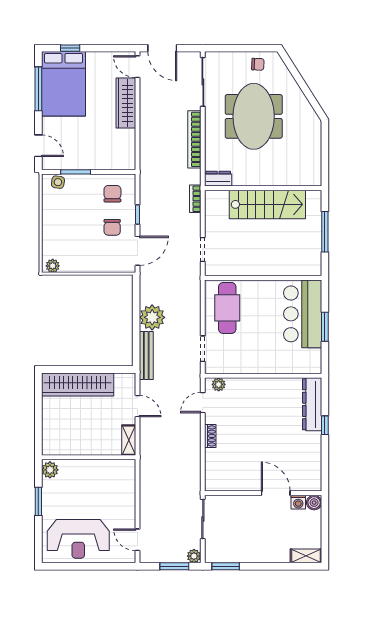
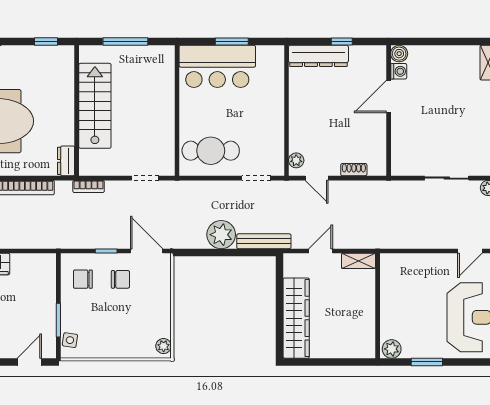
window: (325, 161) -> (46, 42), added
wall: (263, 493) -> (389, 111), moved
door: (276, 493) -> (389, 97), moved
washing machine: (298, 502) -> (399, 71), moved
boiler: (314, 503) -> (399, 54), moved

